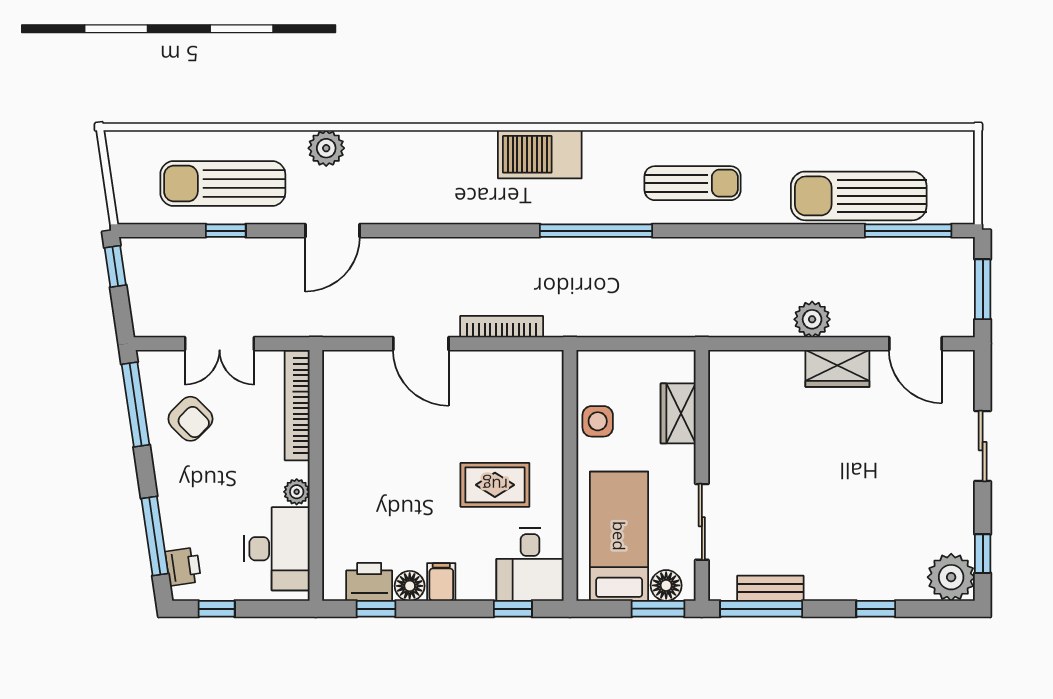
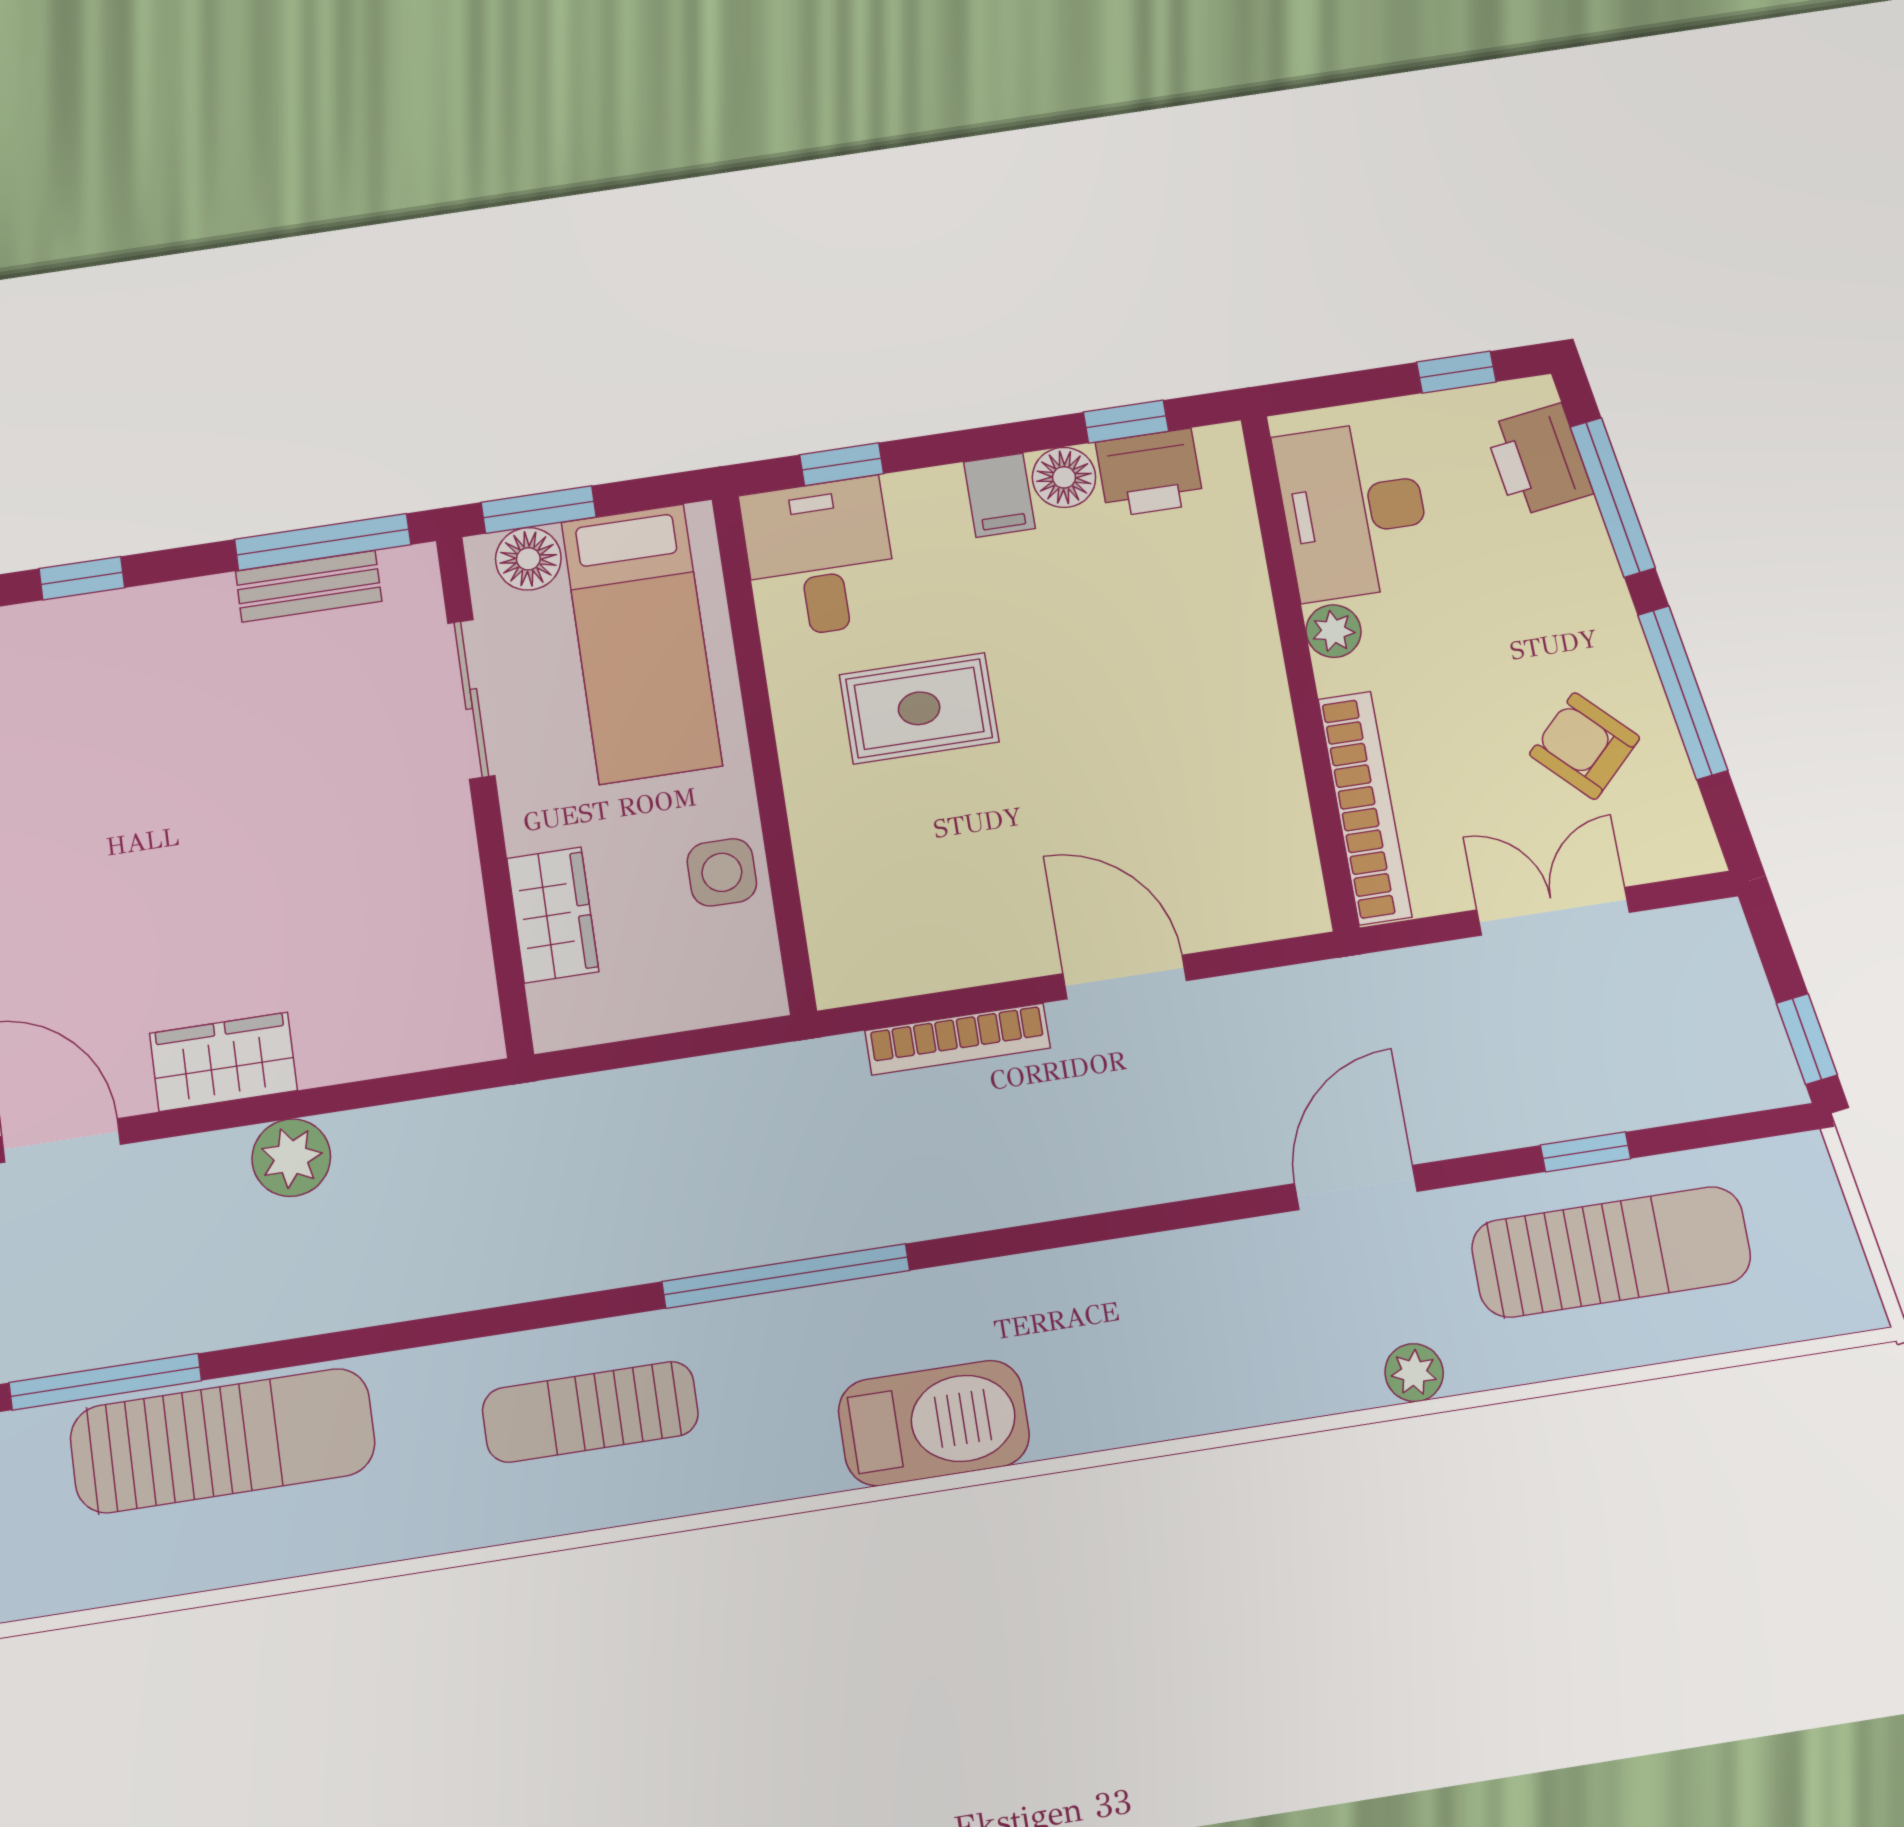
plant: (326, 148) -> (1414, 1373), width x0.73, depth x0.73
window: (136, 405) -> (1683, 693), moved
printer: (183, 567) -> (1538, 460), width x1.36, depth x1.24

